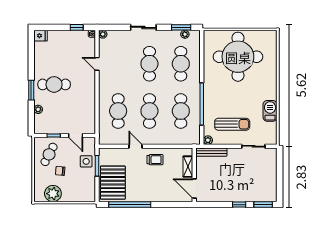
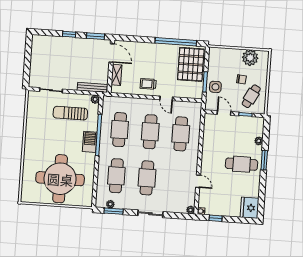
fridge: (41, 36) -> (250, 208), width x1.88, depth x1.34
barbecue: (270, 111) -> (90, 142), moved, turned 180
window: (263, 205) -> (95, 36), moved

